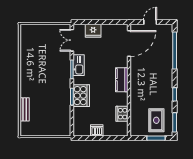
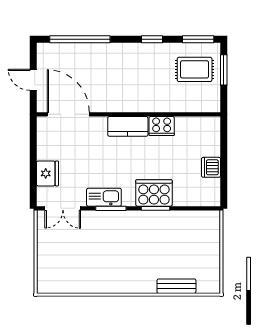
cooker: (122, 114) -> (162, 126), moved

